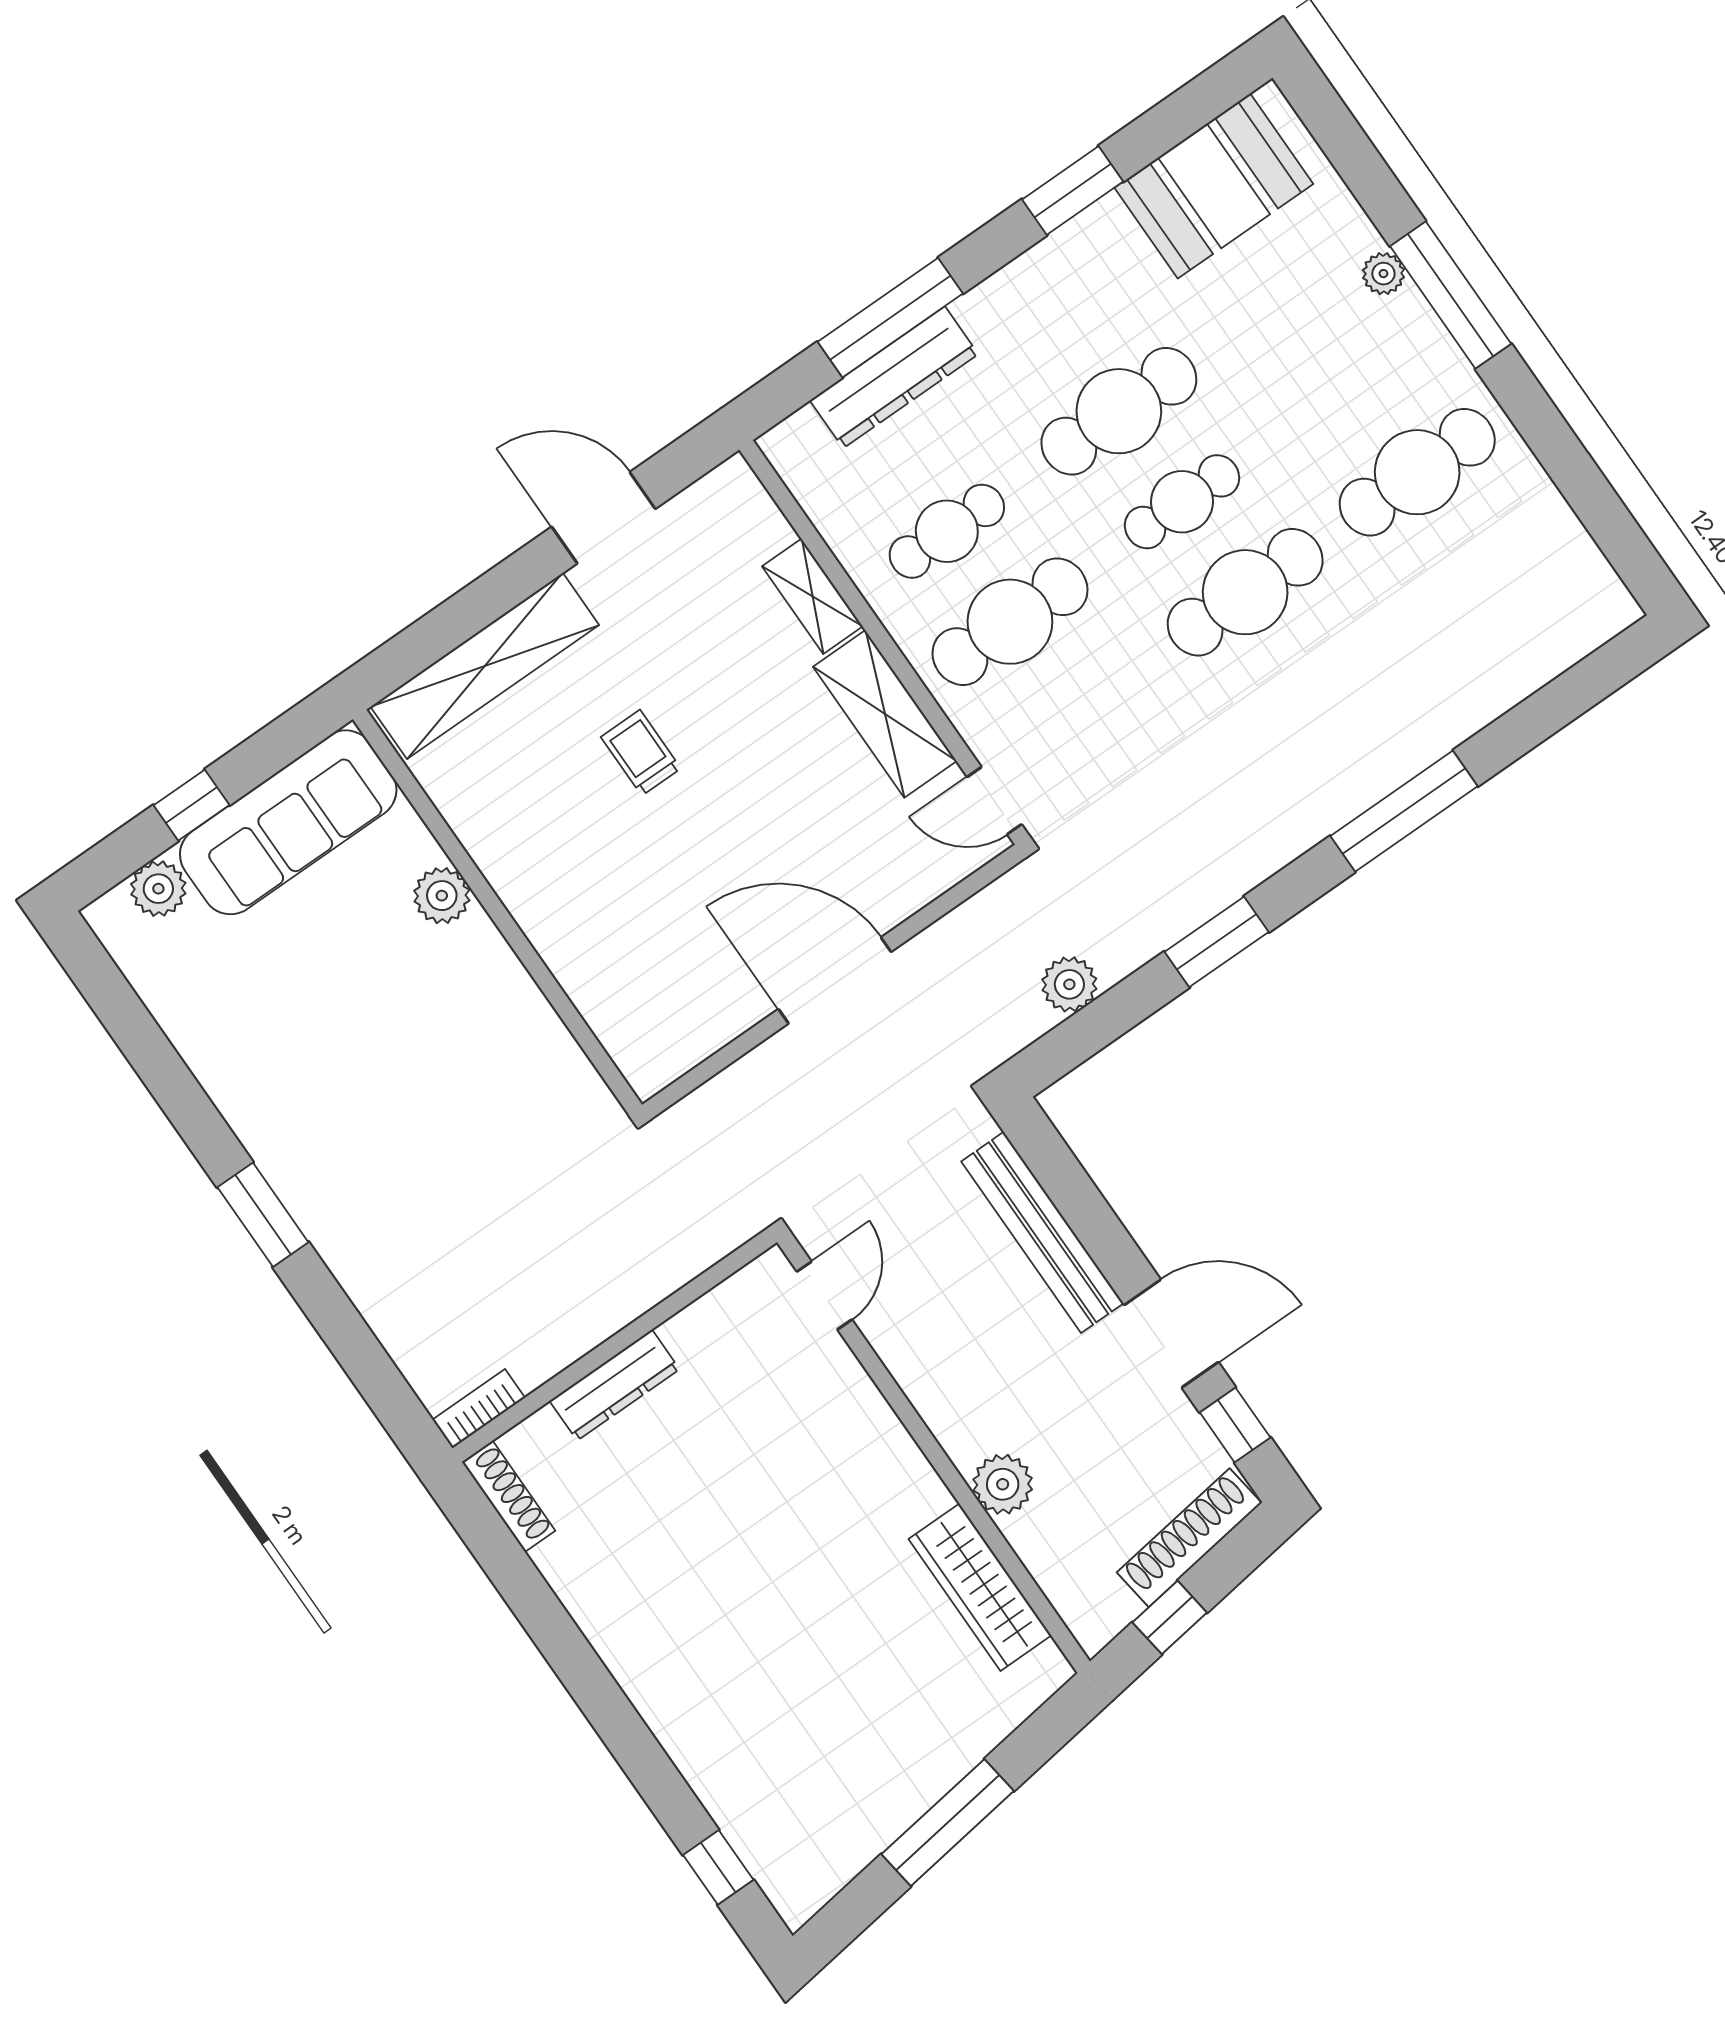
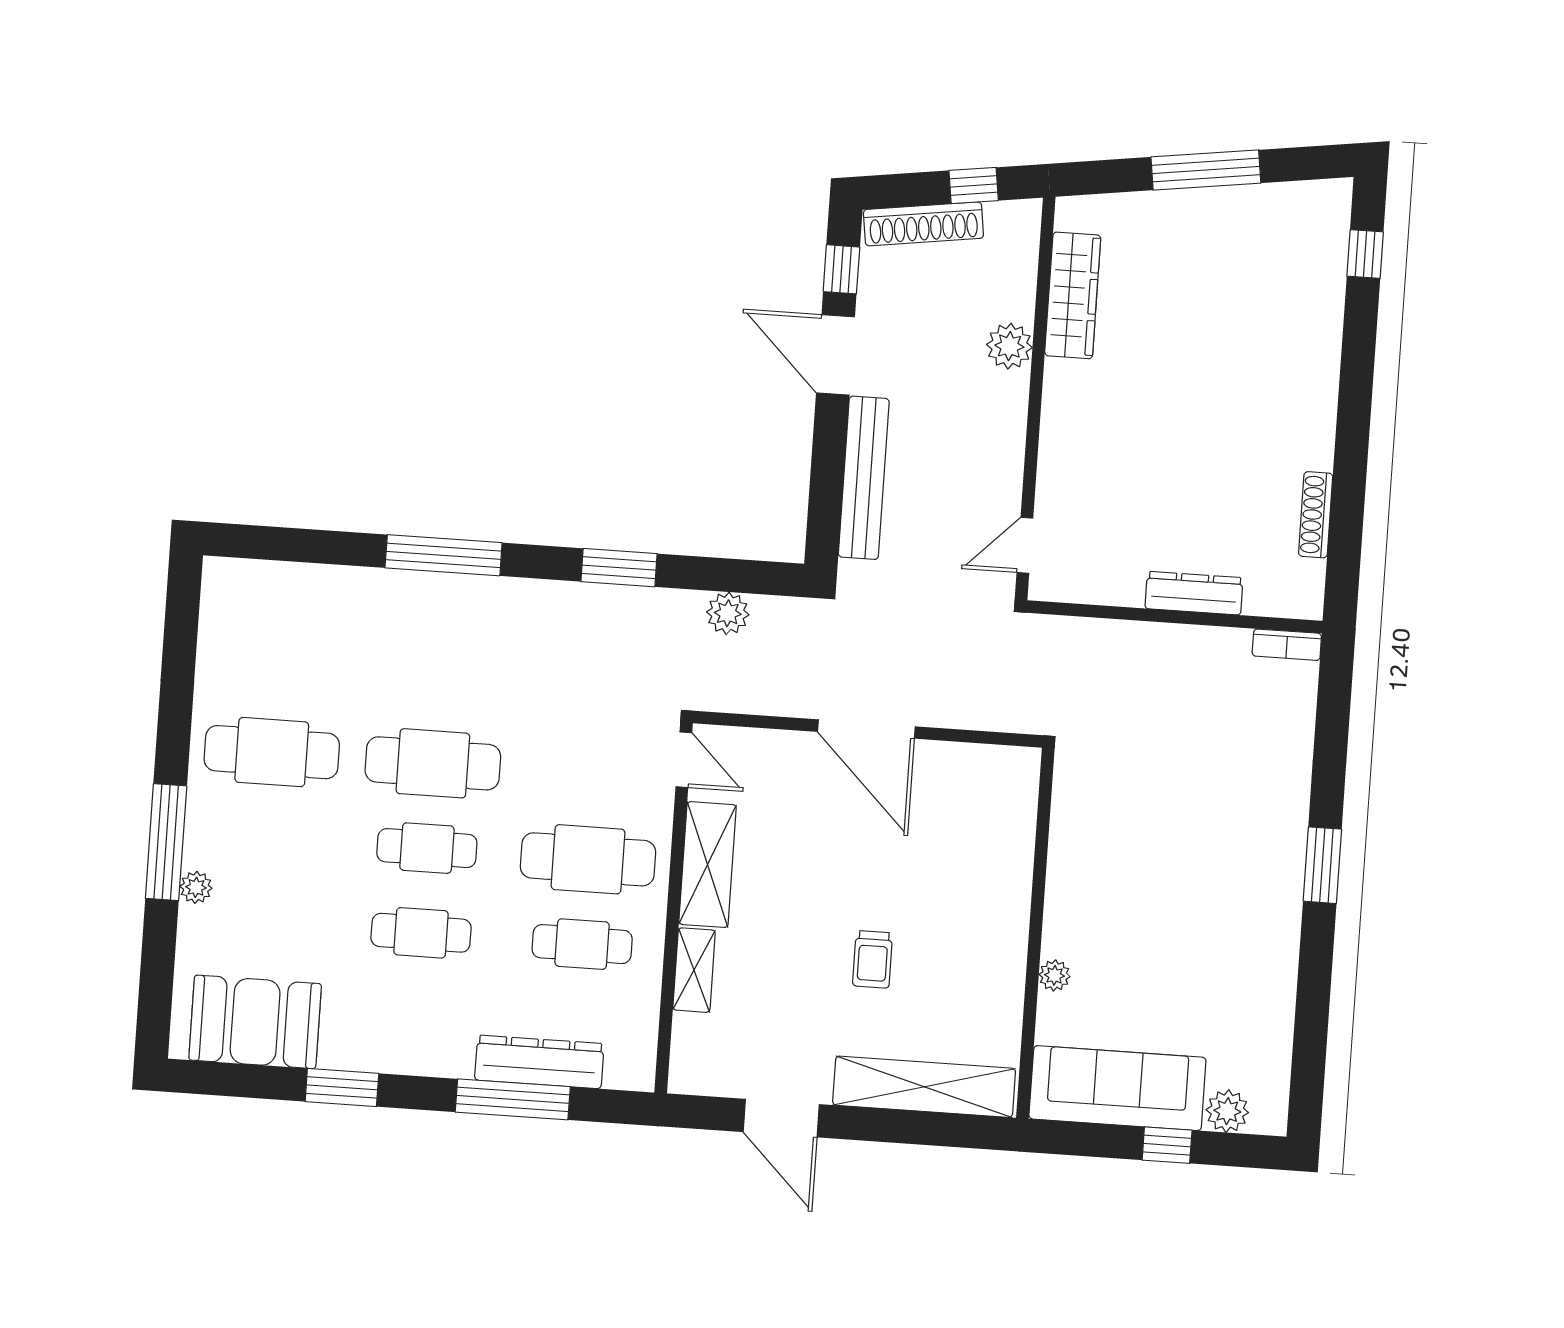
cafe table: (1119, 411) -> (421, 933), width x0.73, depth x0.74
plant: (442, 896) -> (1055, 975), width x0.73, depth x0.73
shoe rack: (509, 1496) -> (1316, 515), moved

